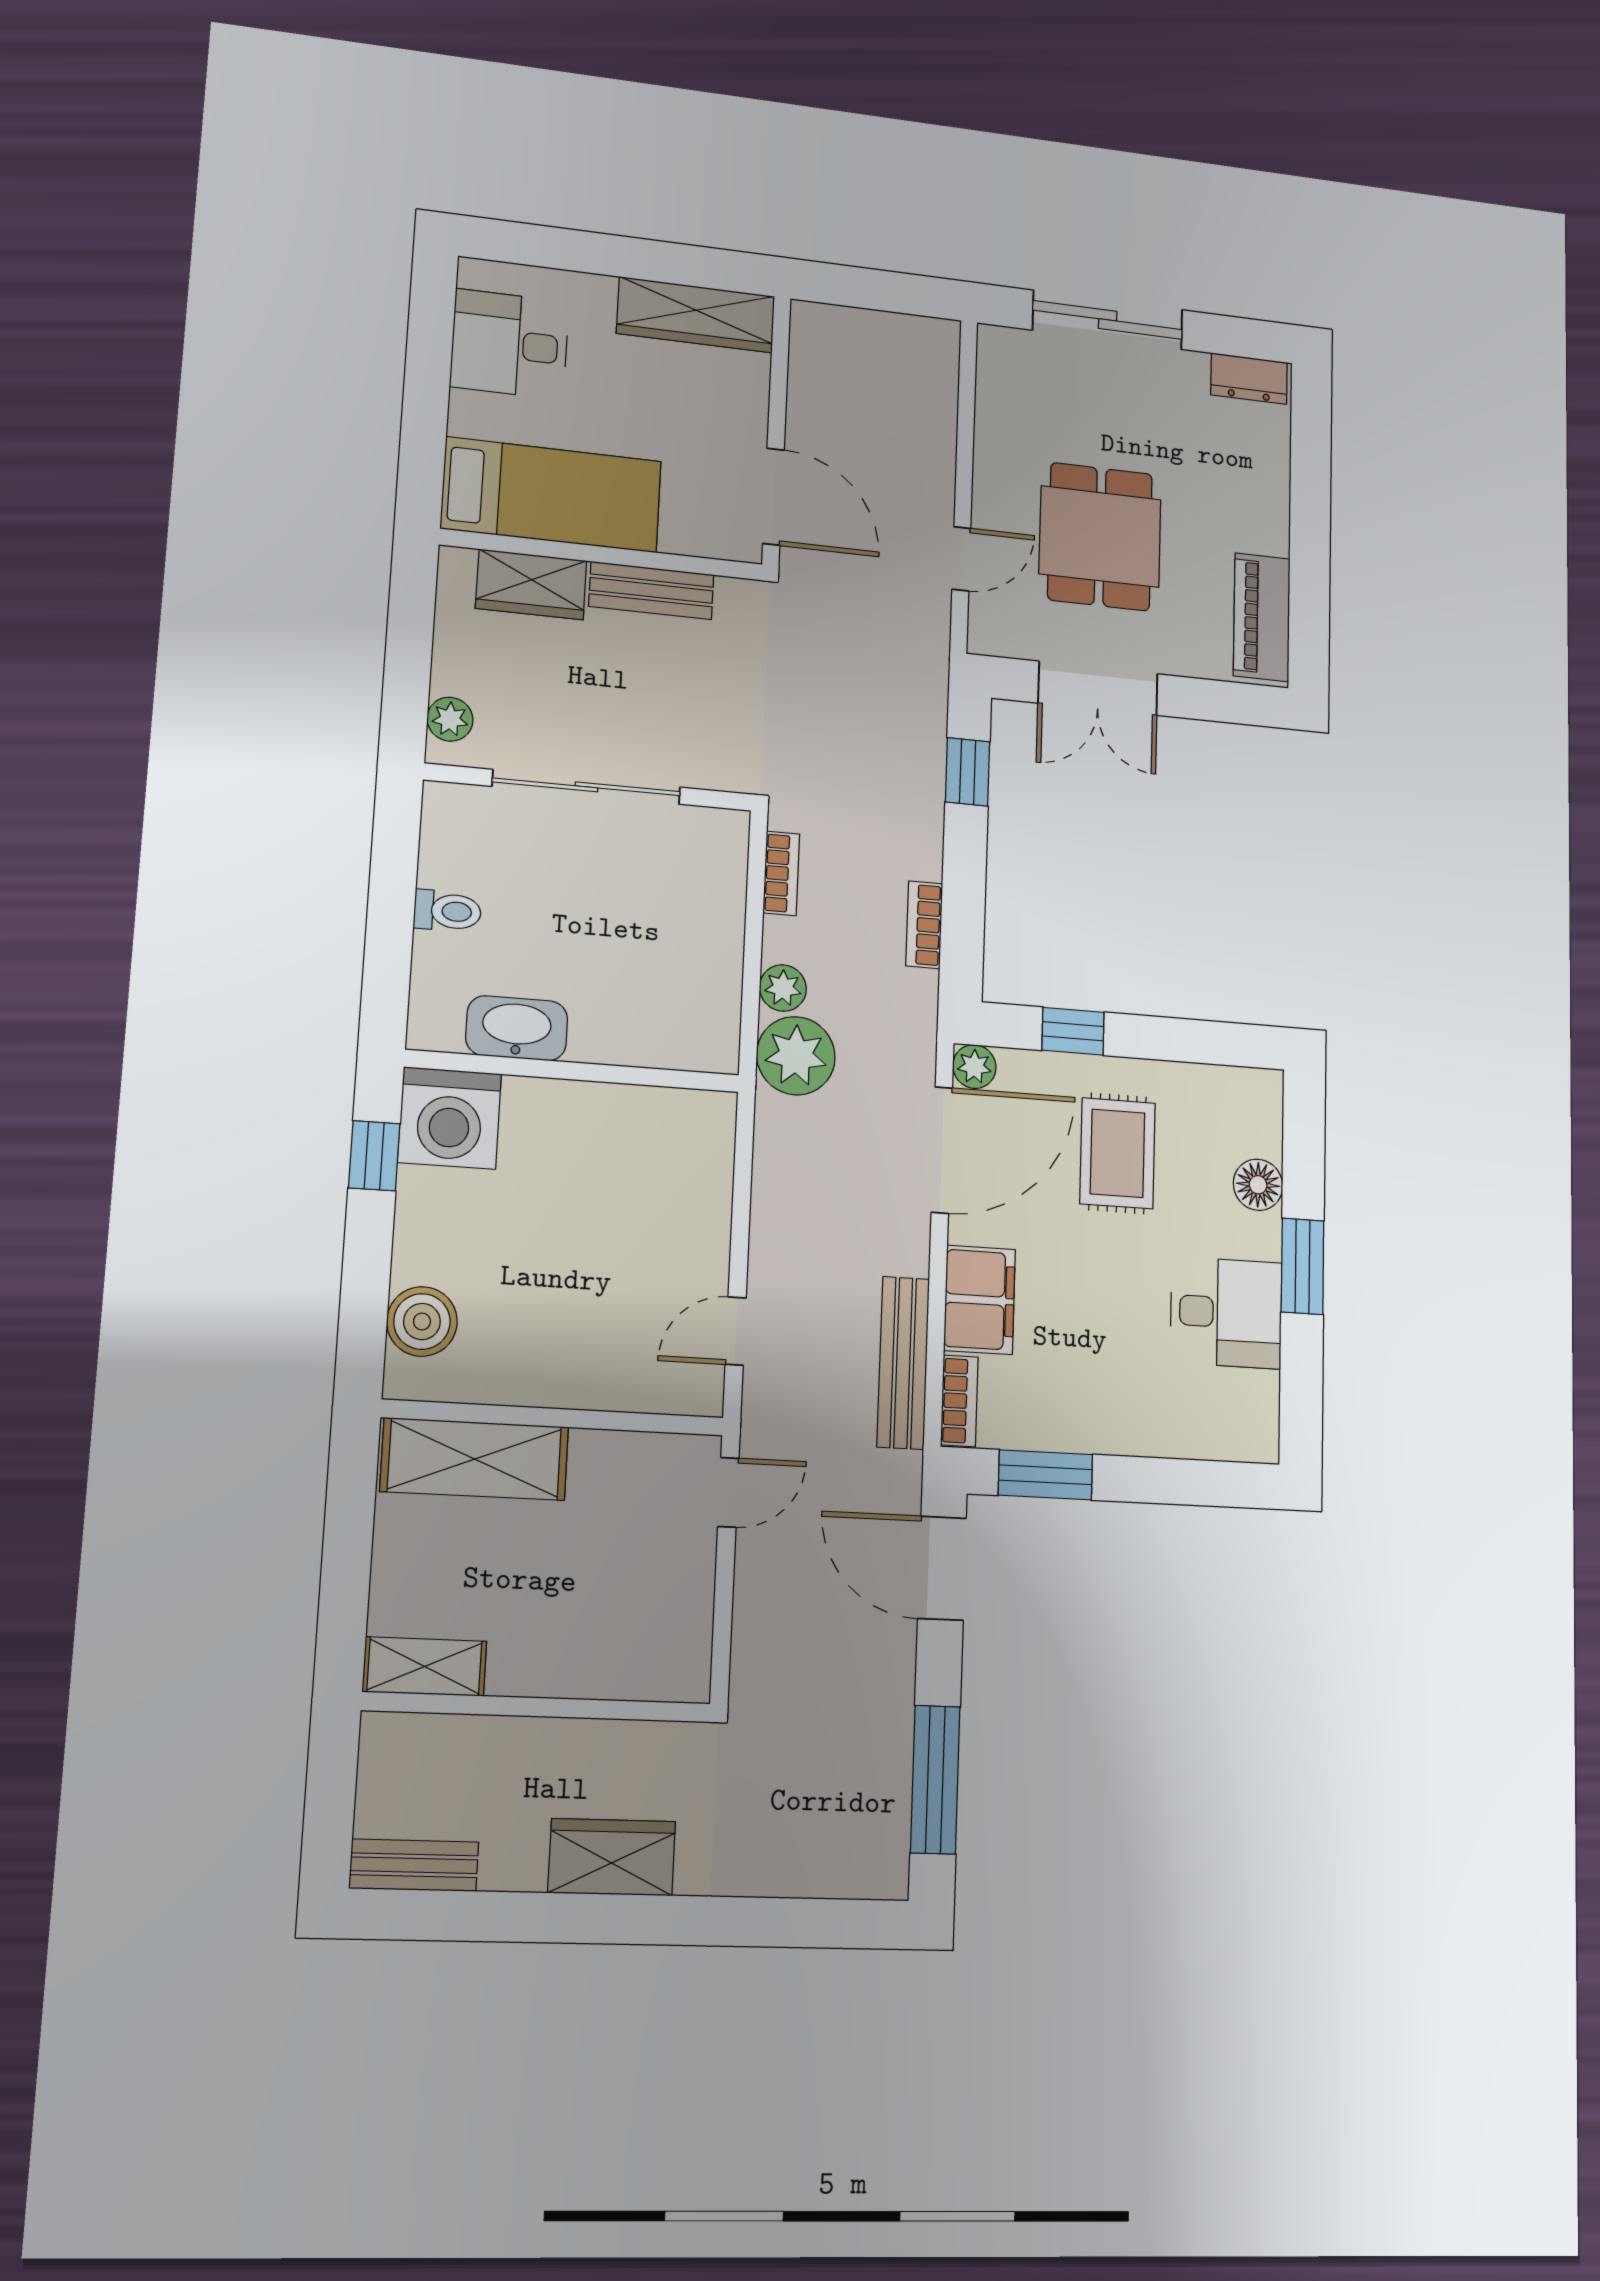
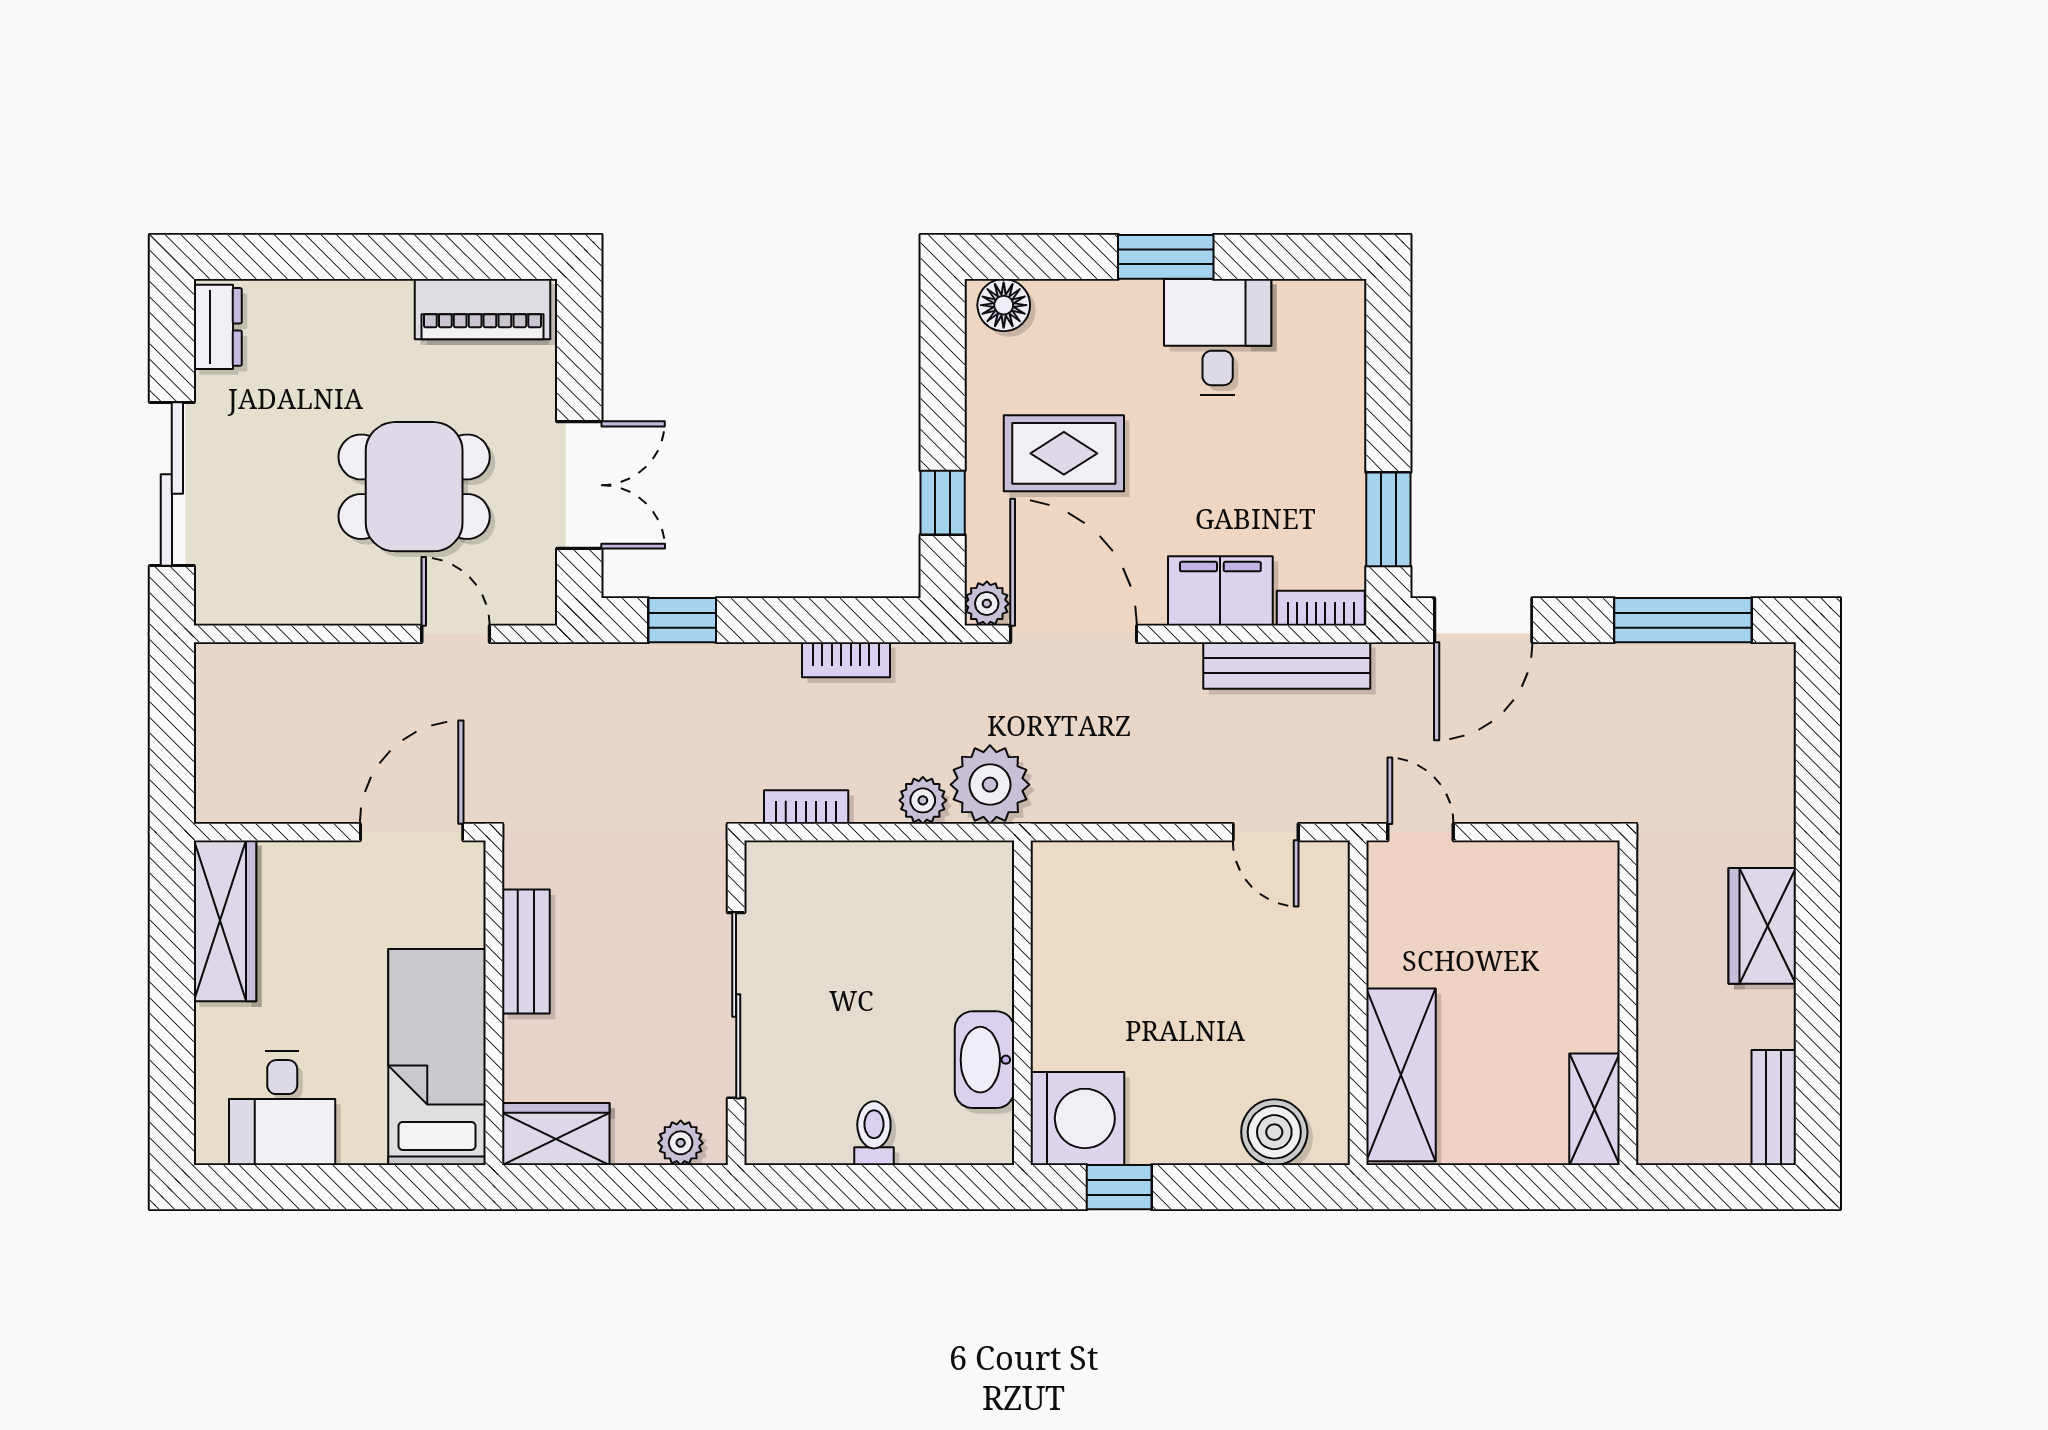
wardrobe: (531, 585) -> (556, 1134), moved, turned -90
floor lamp: (1258, 1185) -> (1004, 305), moved

